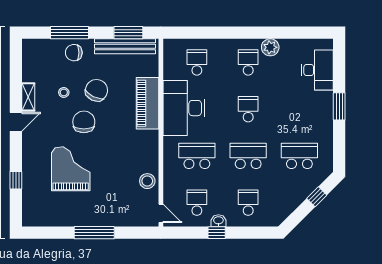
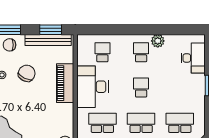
chair: (84, 122) -> (17, 97), removed

